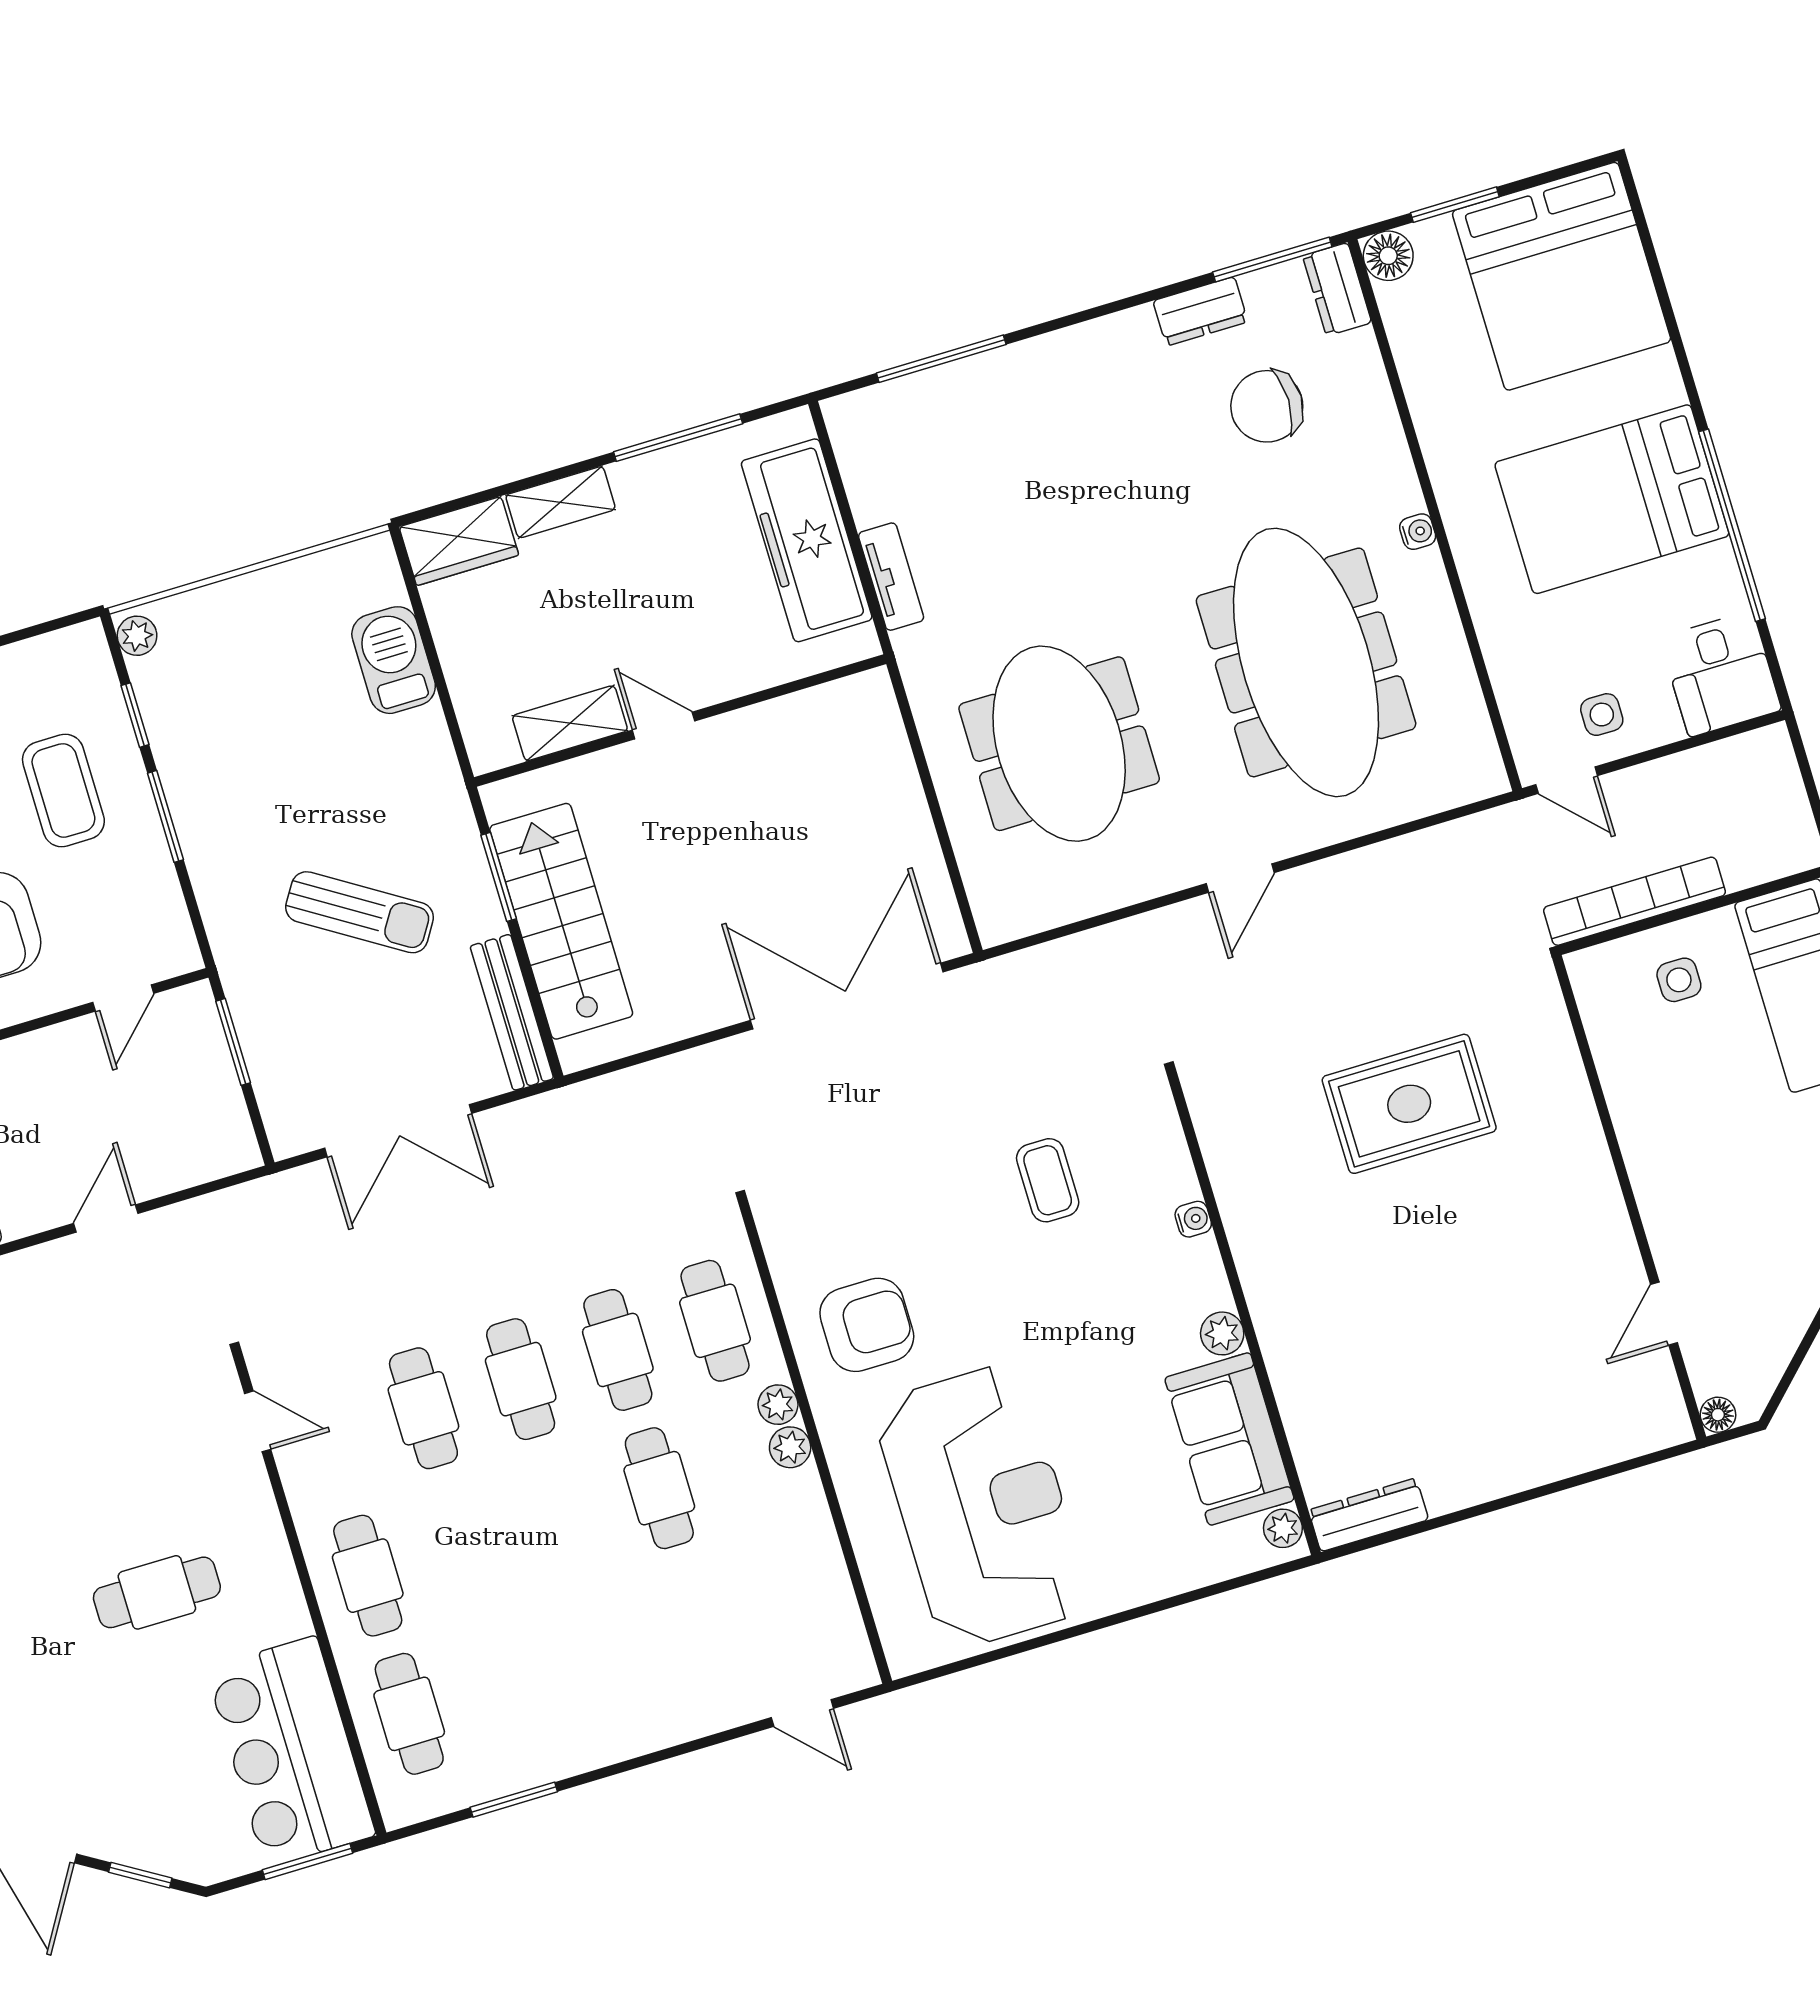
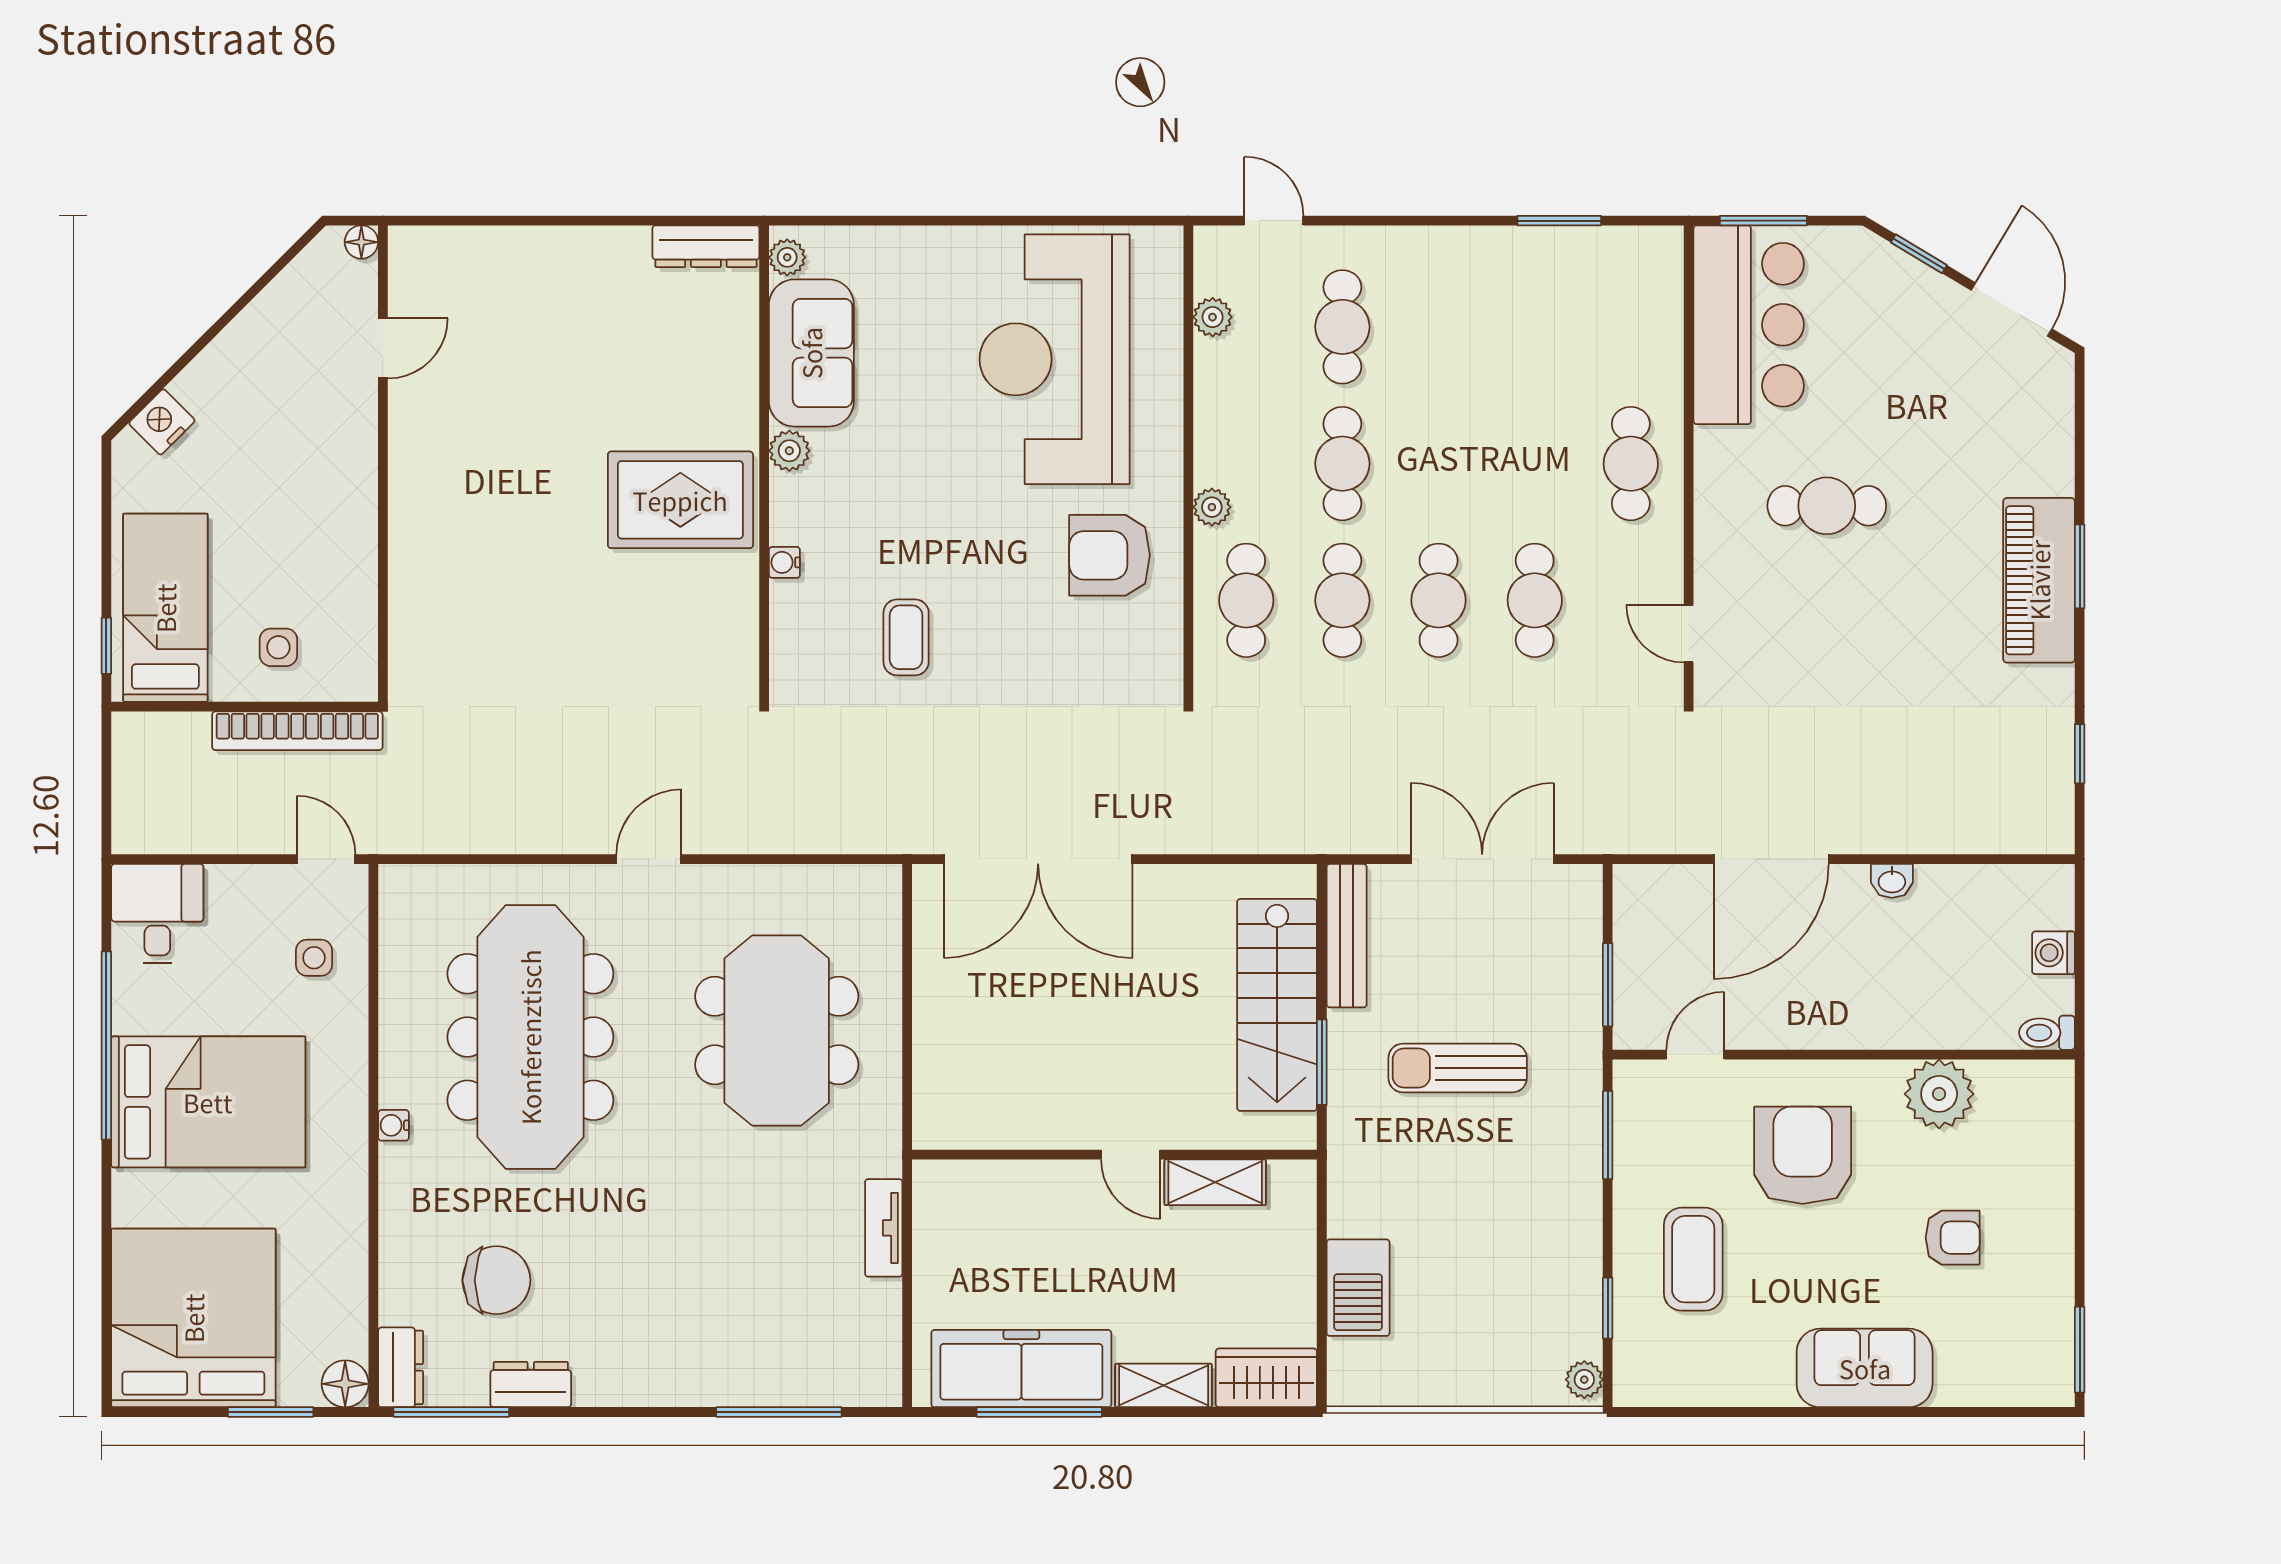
freezer: (807, 540) -> (1021, 1369), moved, turned -90
side table: (1602, 715) -> (314, 958), moved
window: (165, 816) -> (1608, 1135), moved
sun lounger: (360, 912) -> (1458, 1068), turned -32
rug: (1409, 1104) -> (680, 500), moved
door: (106, 1218) -> (1771, 859), width x1.87
plant: (790, 1447) -> (1213, 317), moved
cafe table: (409, 1714) -> (1342, 327), moved

